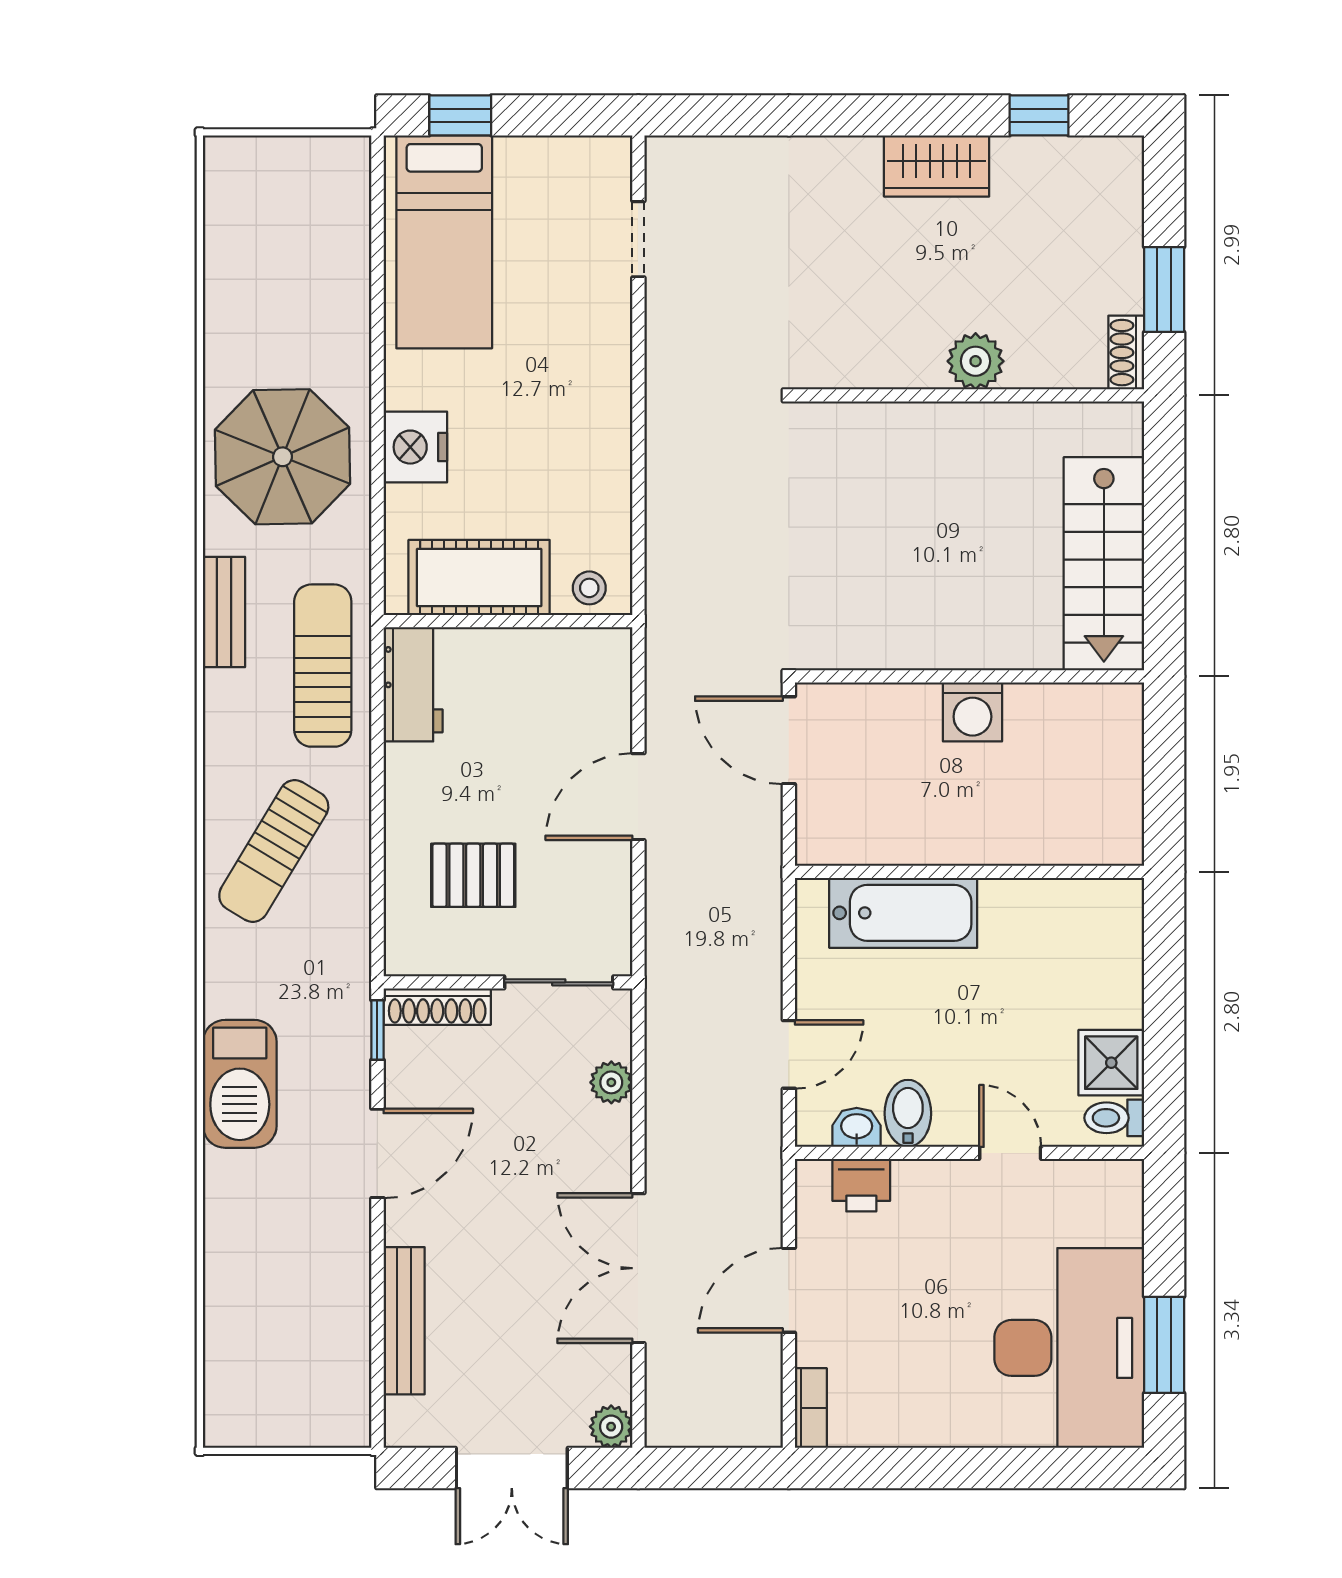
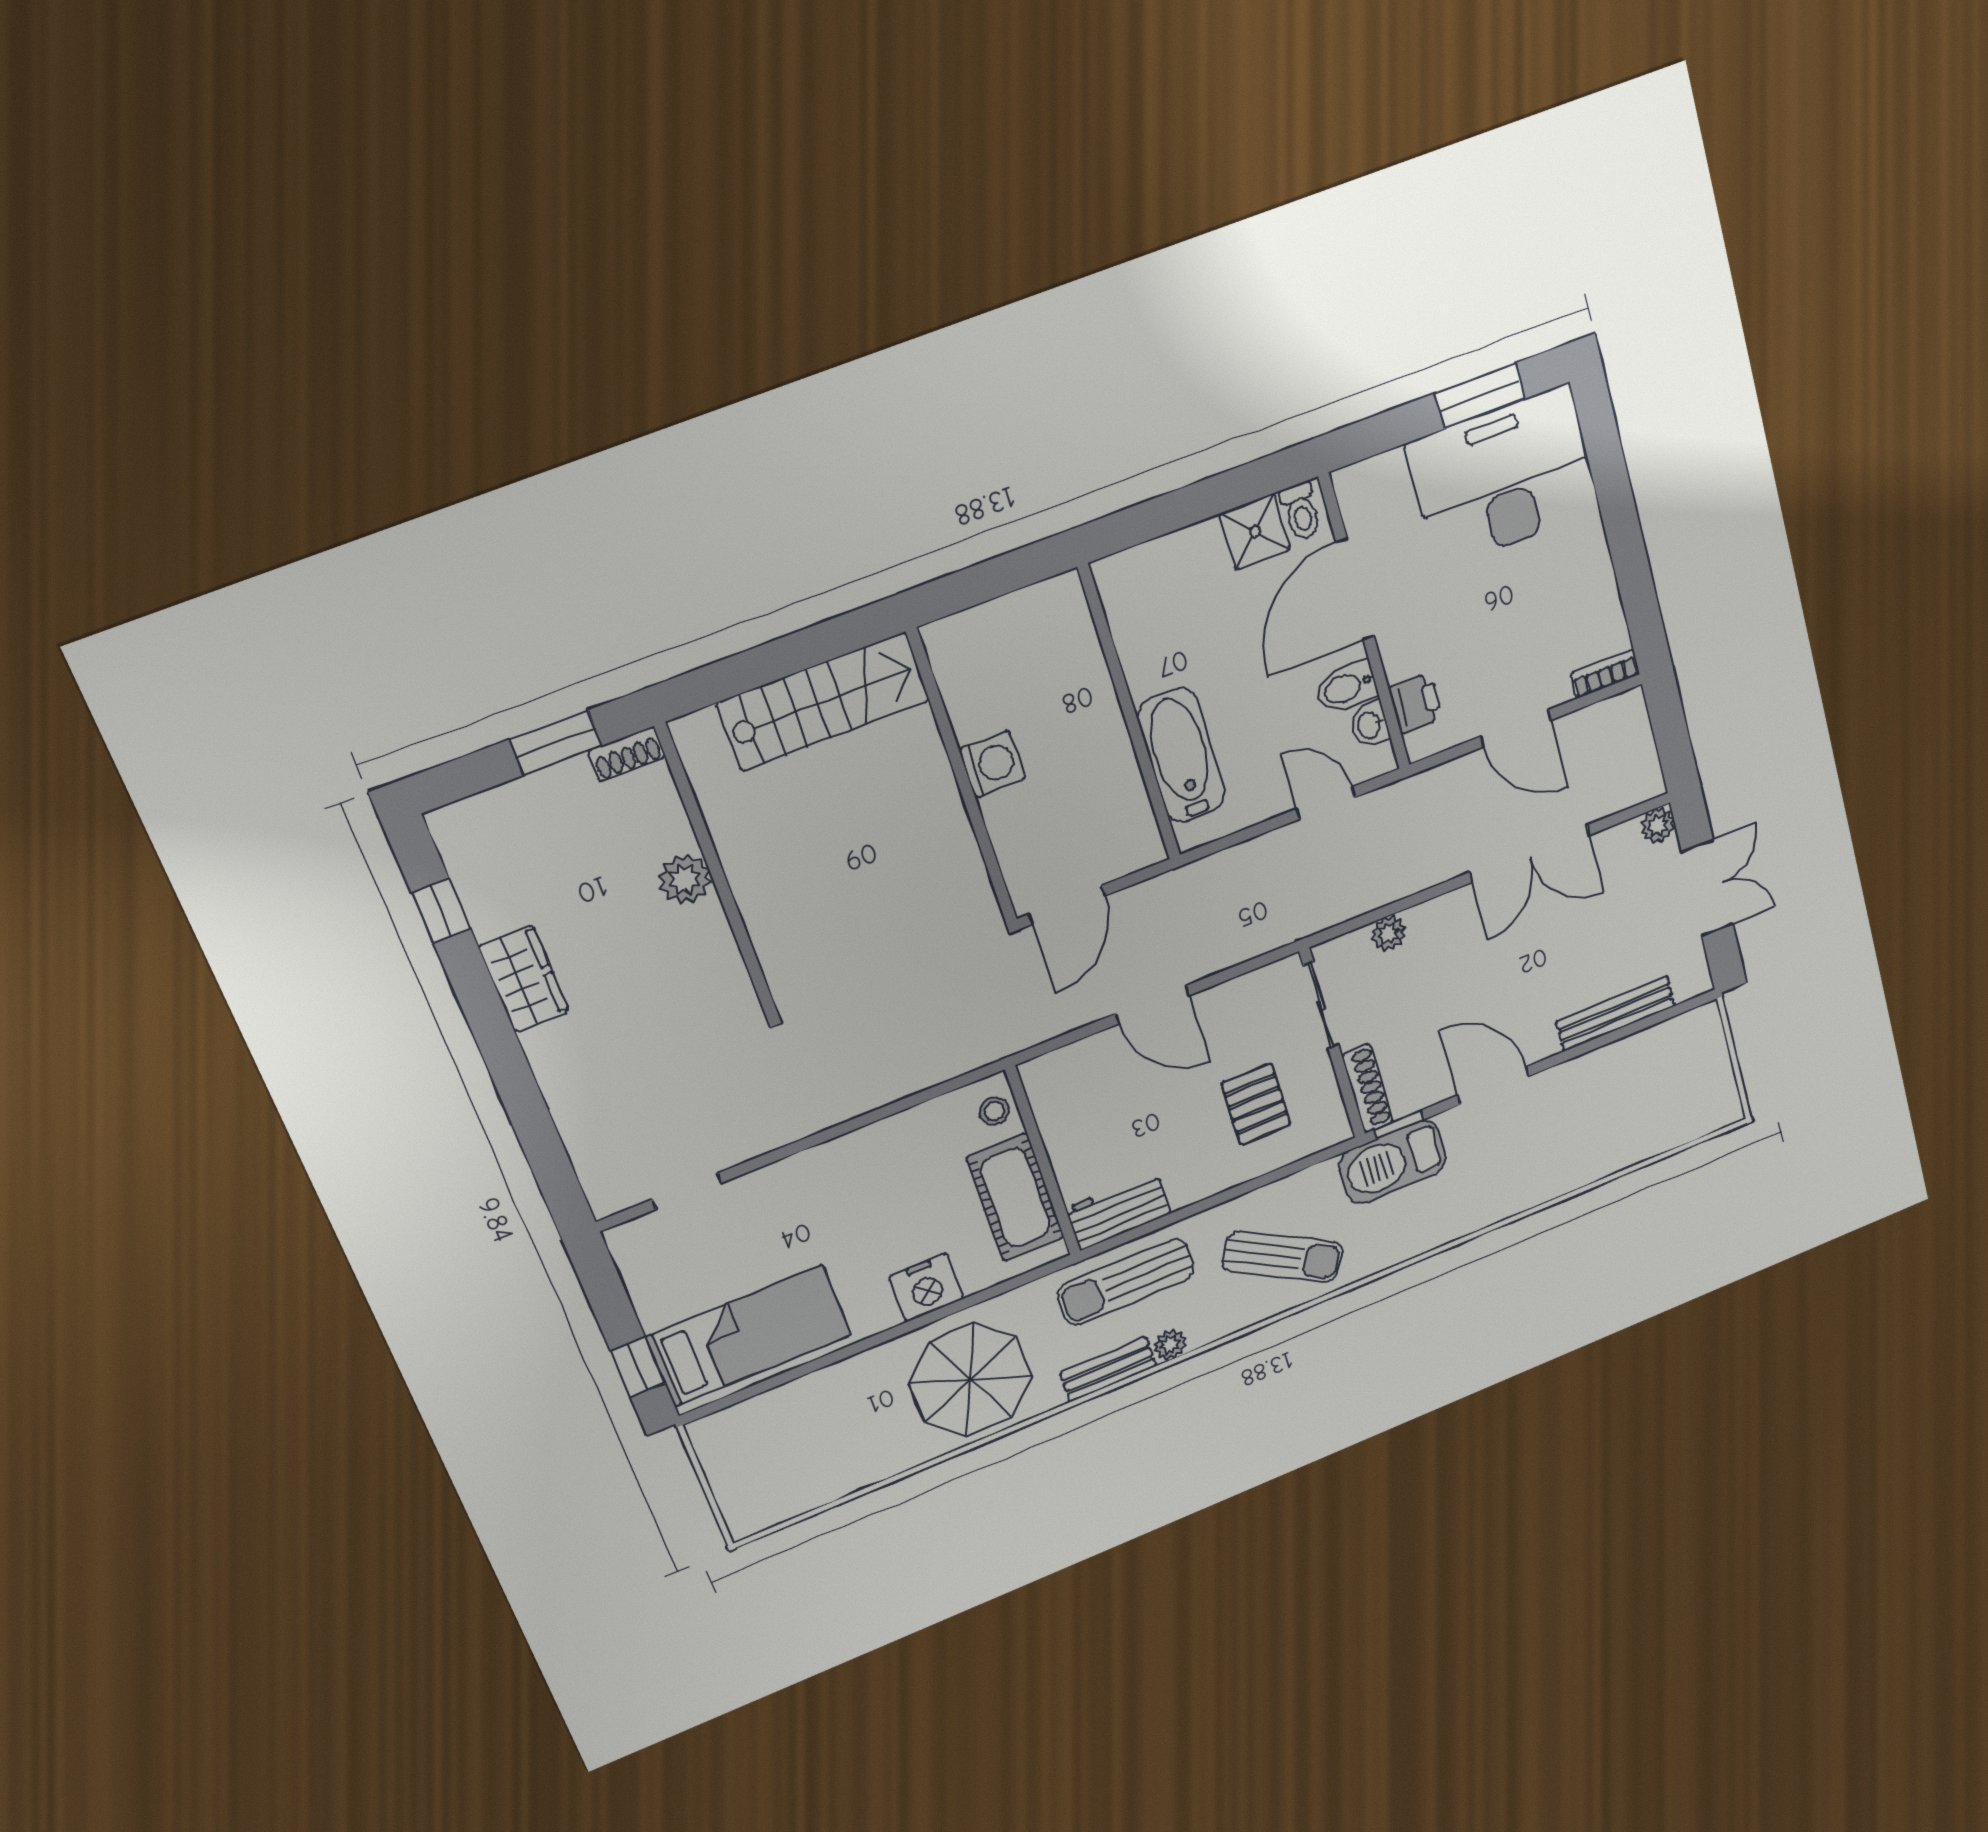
plant: (223, 691) -> (1170, 1345), added
barbecue: (240, 1084) -> (1393, 1162), moved, turned 180
door: (1010, 1153) -> (1355, 589), width x1.87

